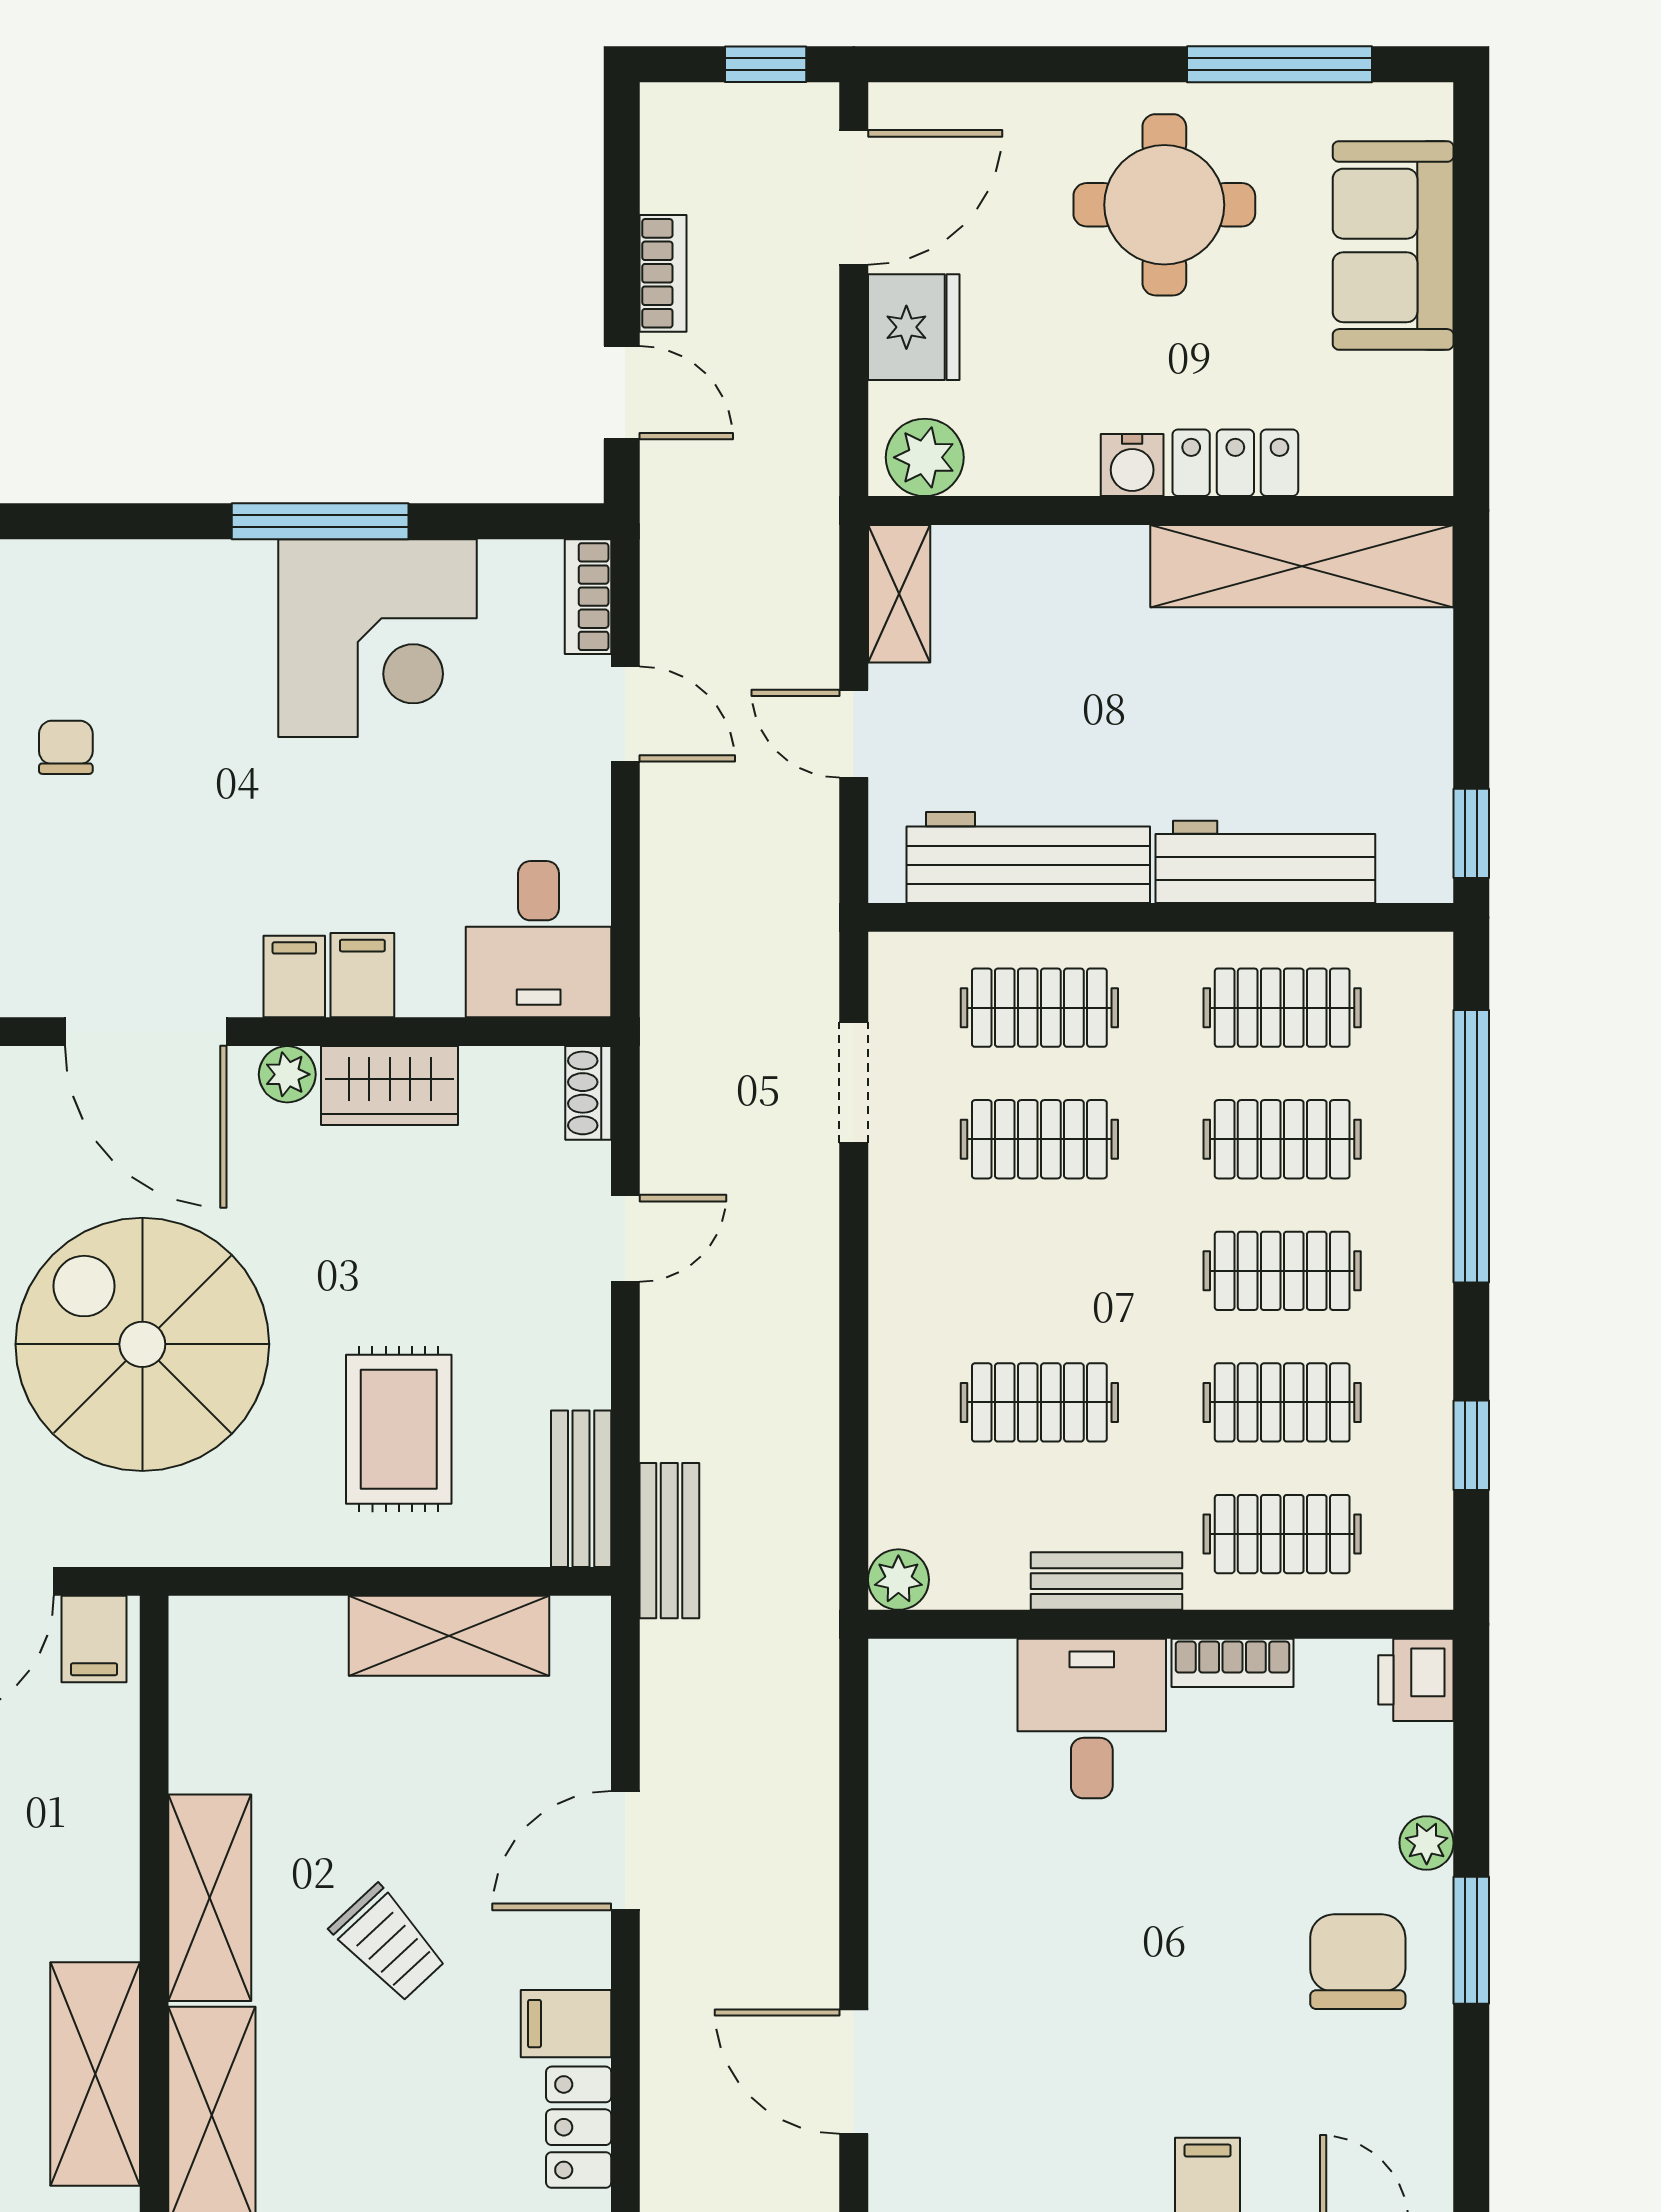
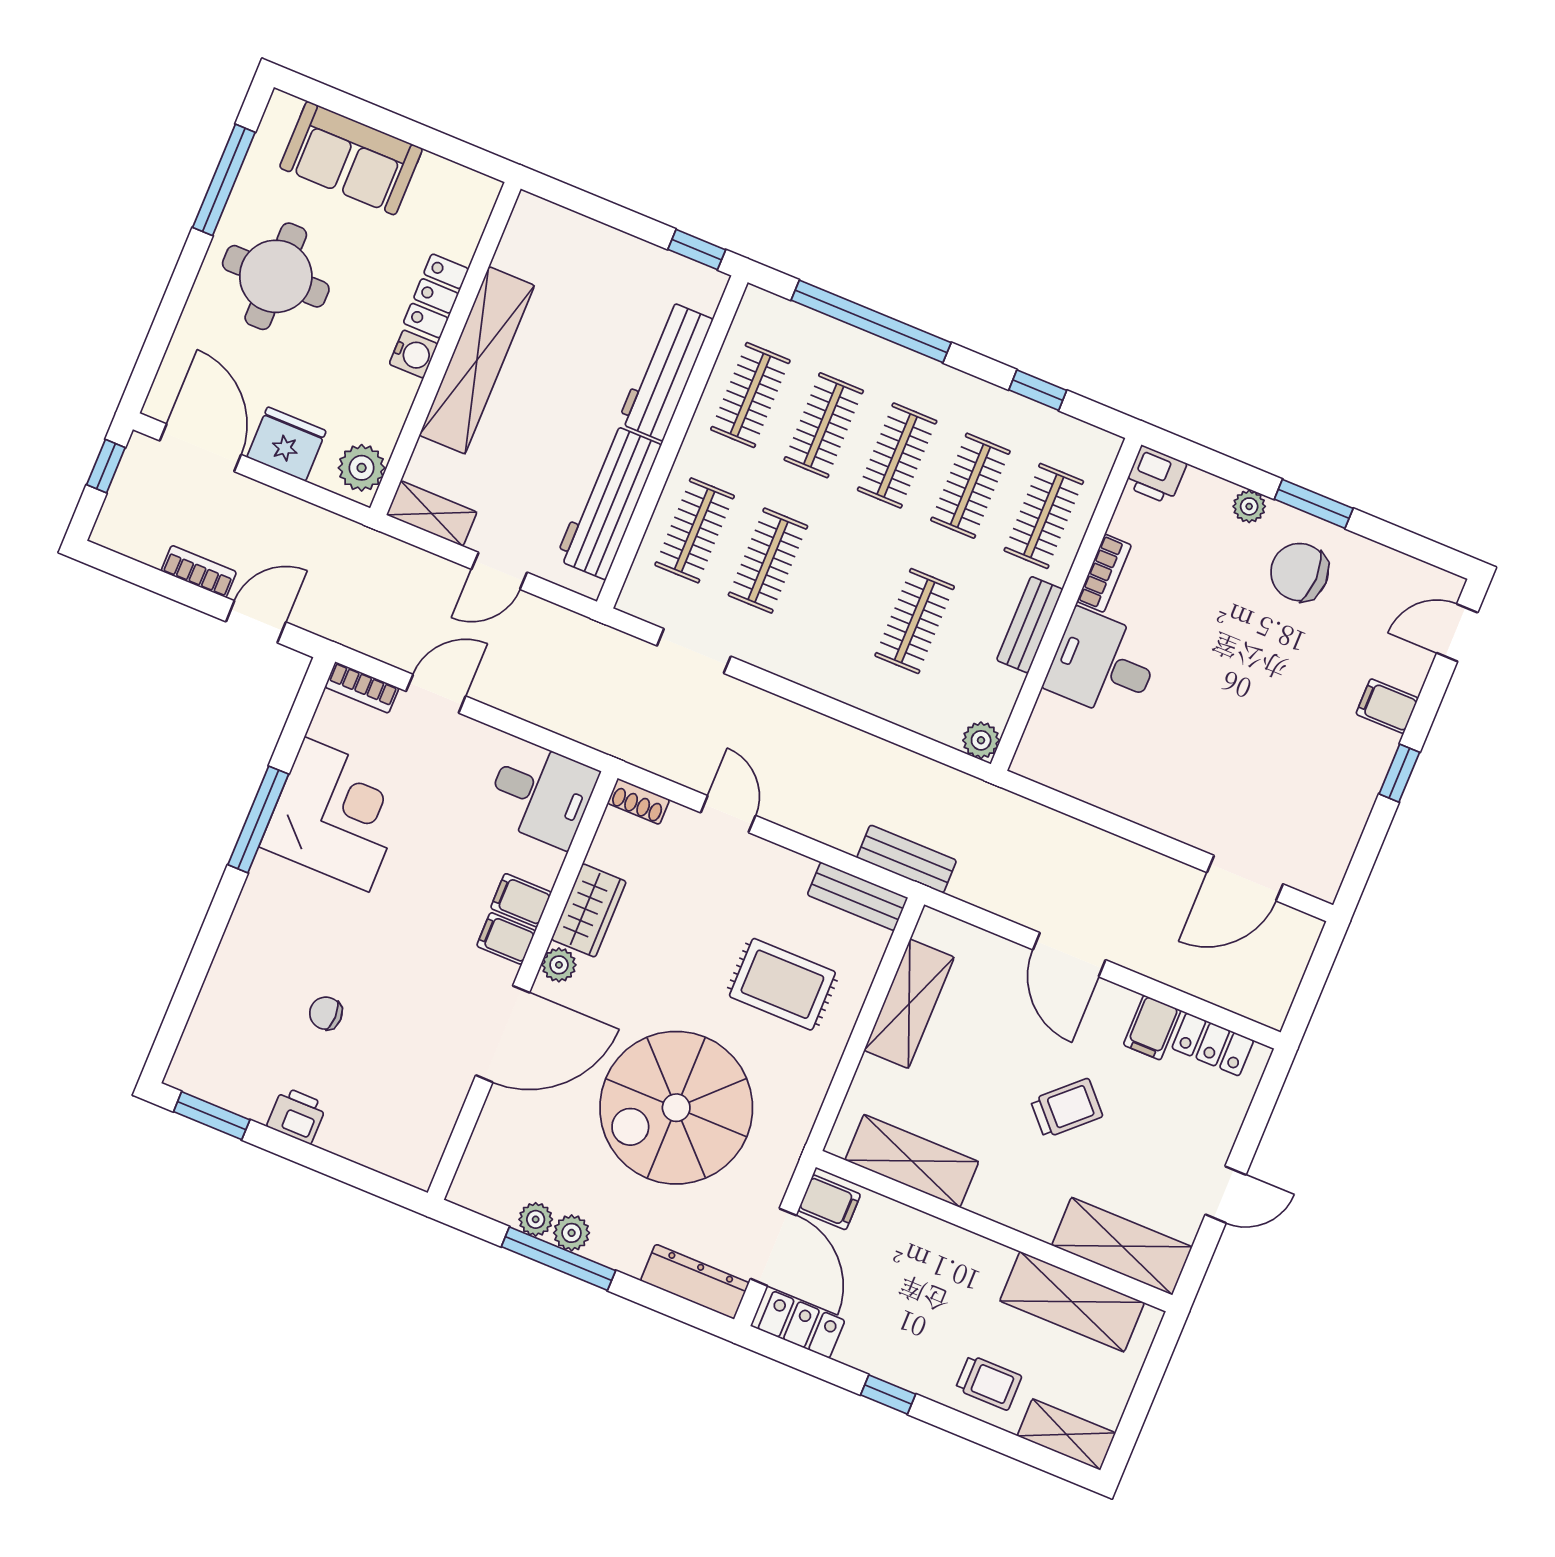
shelving: (1302, 566) -> (477, 360), moved
shelving: (210, 1898) -> (912, 1161), moved

